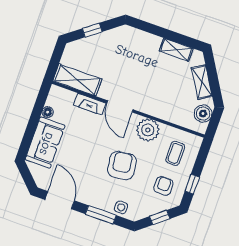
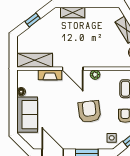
shelving: (176, 50) -> (73, 13), moved
plant: (148, 130) -> (95, 75), width x0.53, depth x0.53
side table: (121, 207) -> (112, 138), moved

